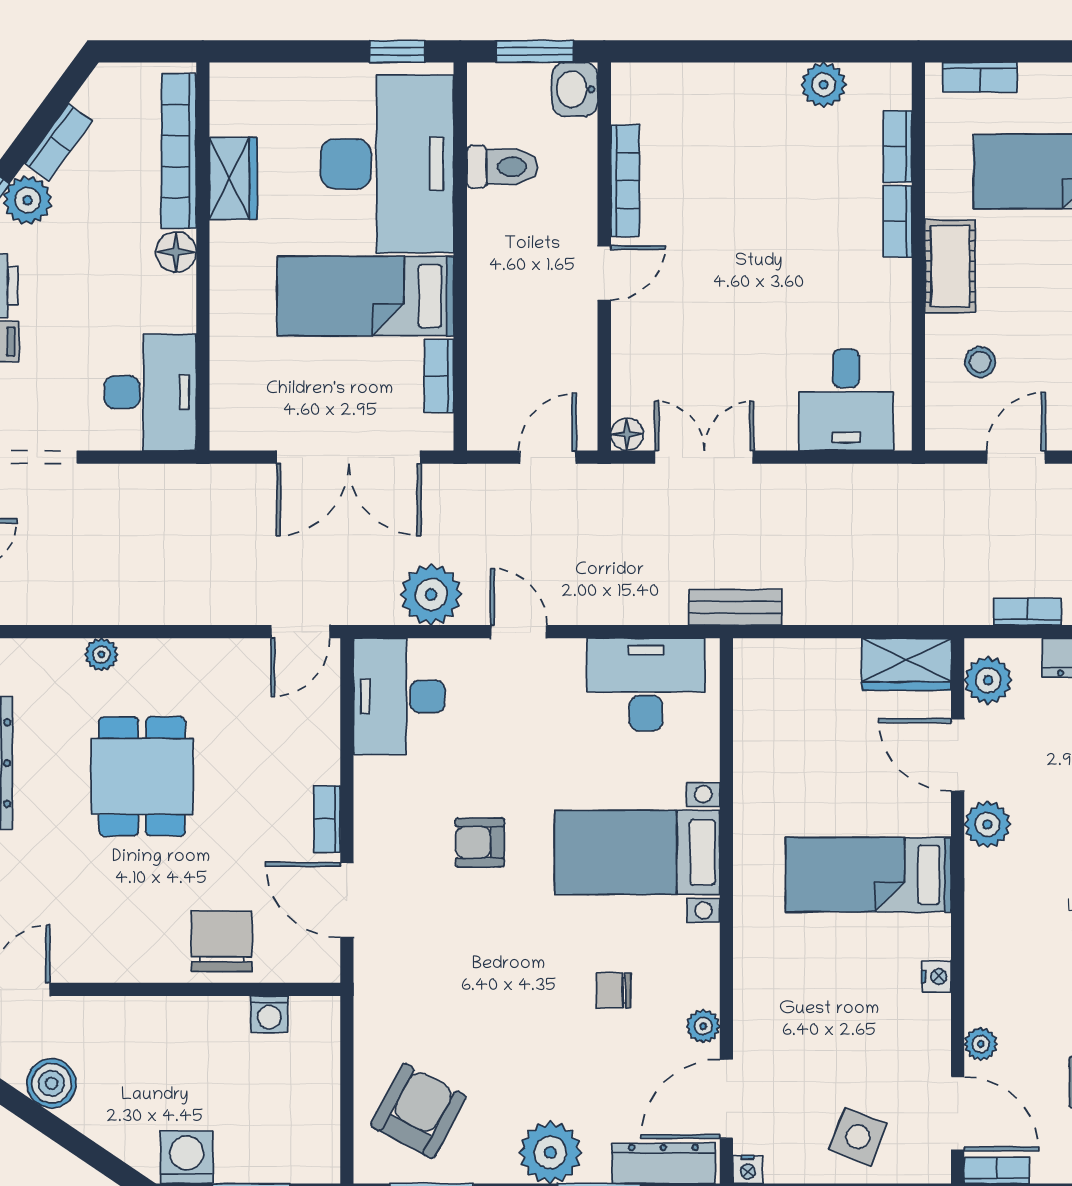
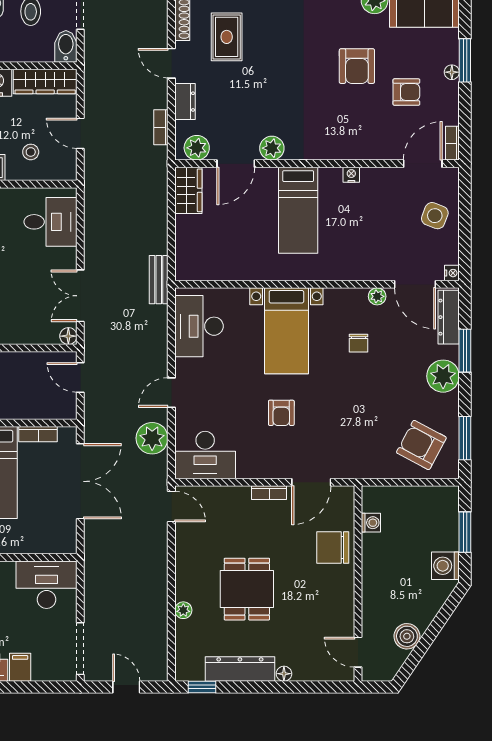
dining table: (142, 776) -> (247, 589), turned 90
plant: (981, 1044) -> (386, 152), removed

